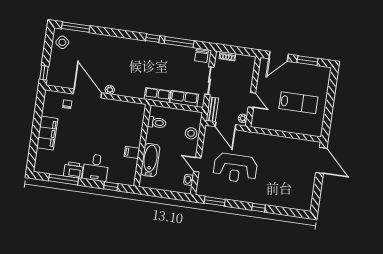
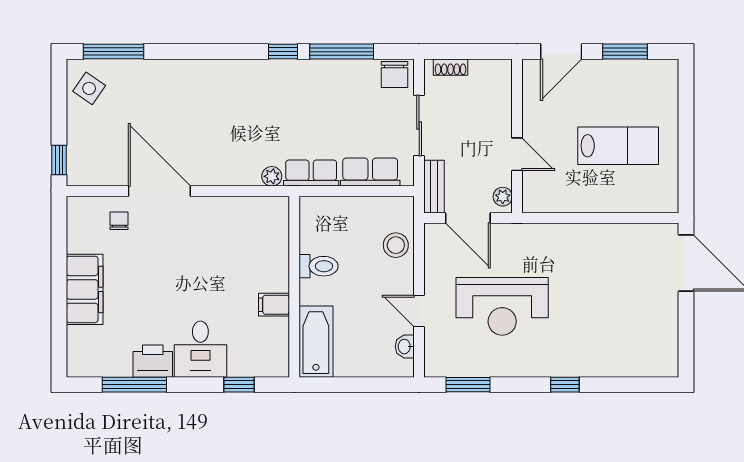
plant: (110, 90) -> (272, 176), moved
toilet: (157, 123) -> (319, 266), moved
bathtub: (150, 160) -> (316, 342), moved

